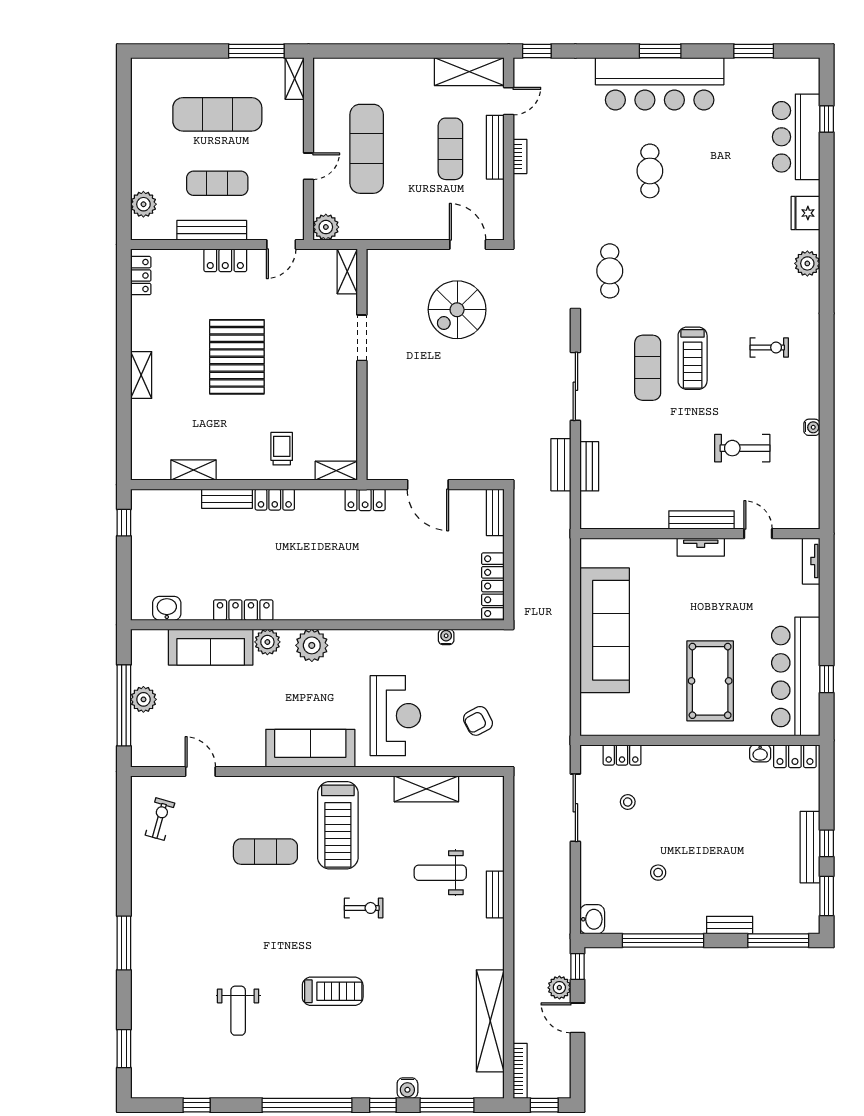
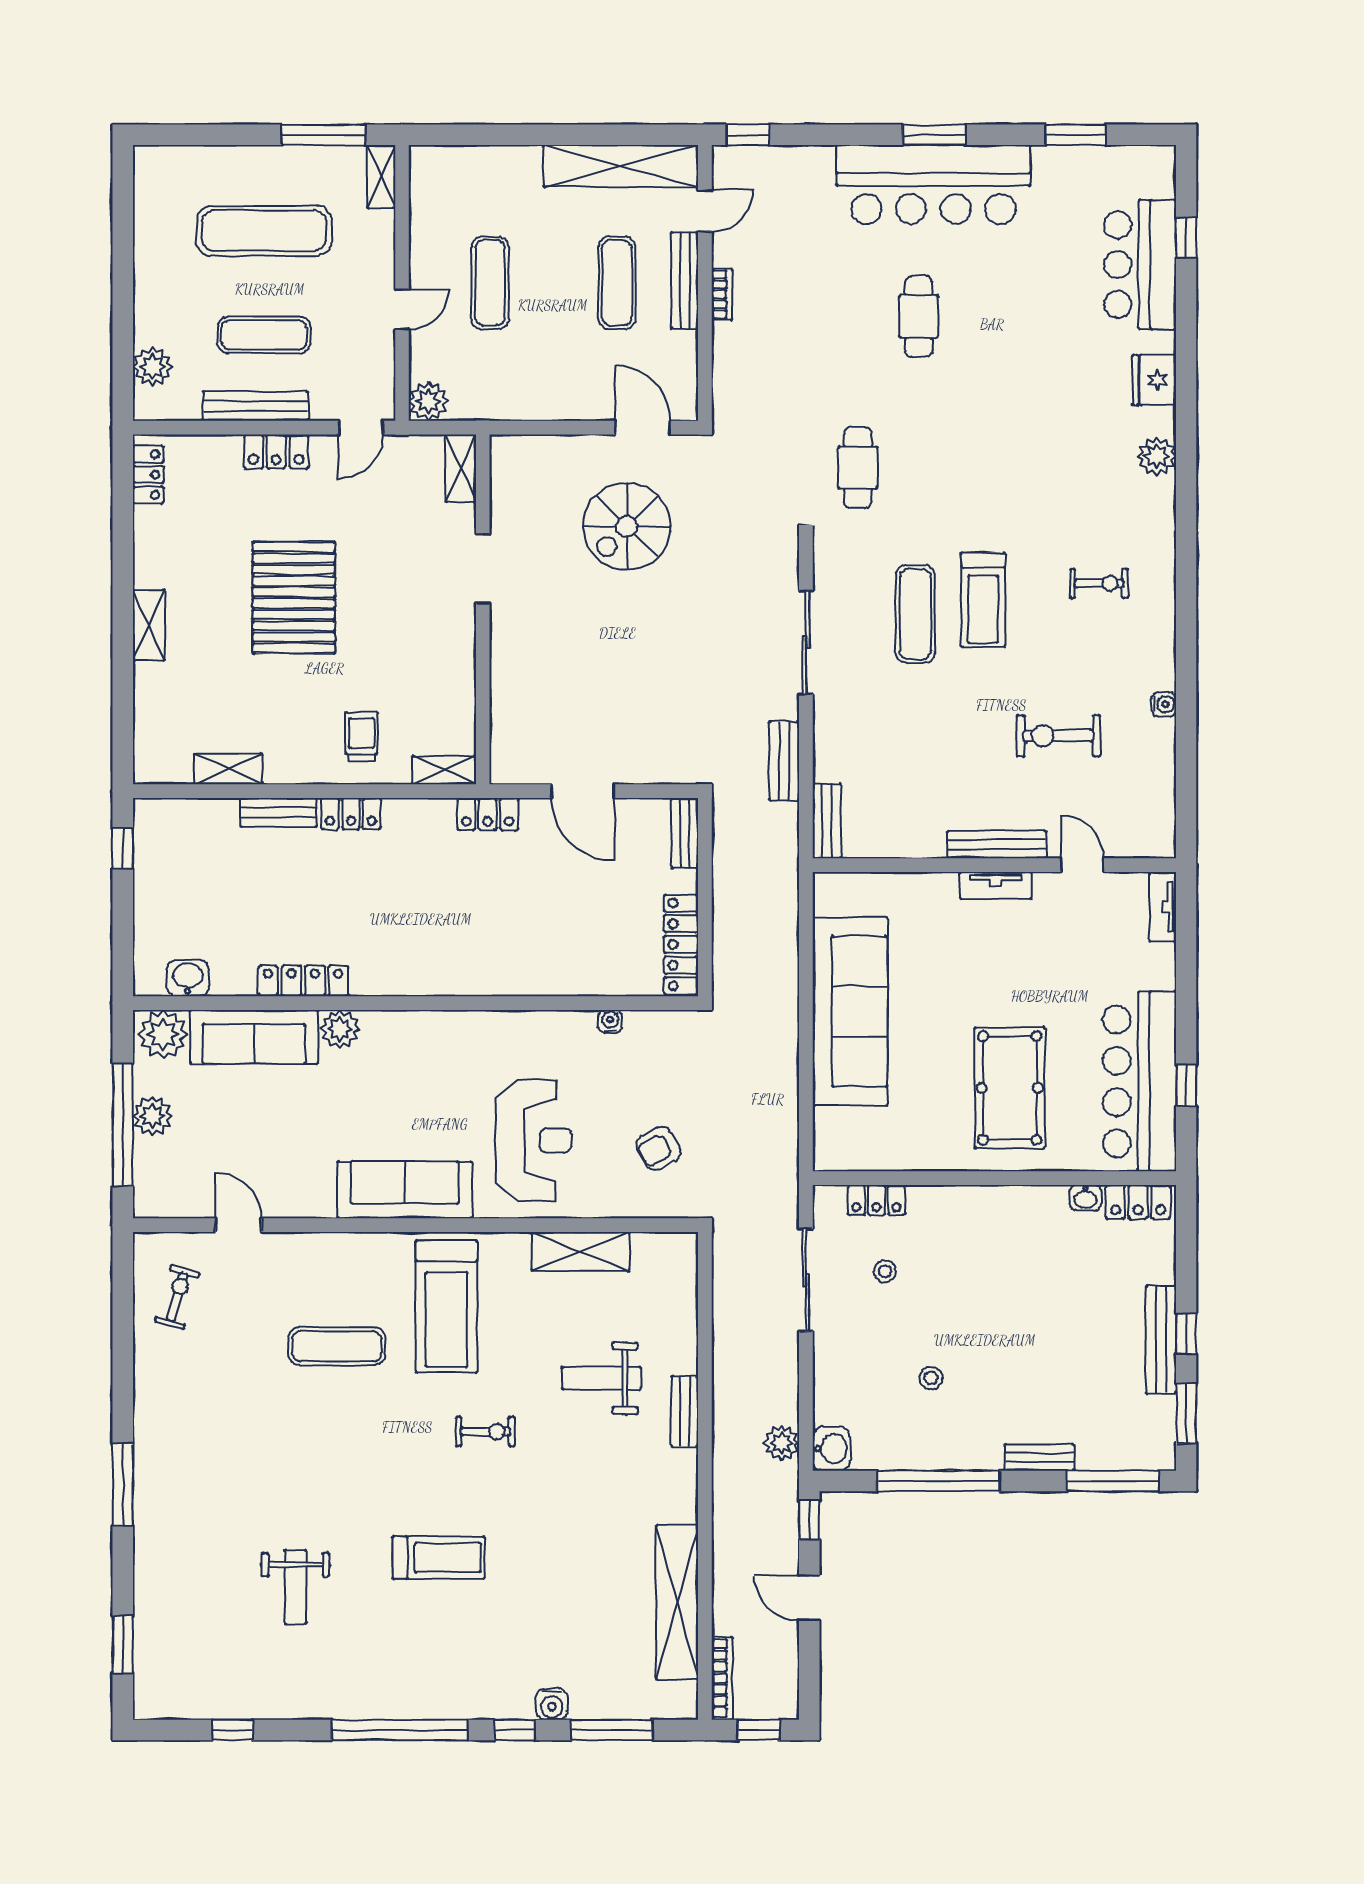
shelving: (469, 72) -> (621, 166), width x1.47
exercise mat: (367, 149) -> (490, 283), width x0.73, depth x0.69
bench: (589, 466) -> (827, 821), moved
plant: (312, 645) -> (163, 1034), moved
plant: (559, 988) -> (782, 1443), moved

